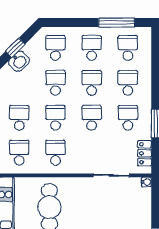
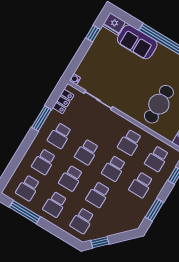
window: (15, 48) -> (100, 242), moved
washbasin: (19, 61) -> (116, 227), removed

